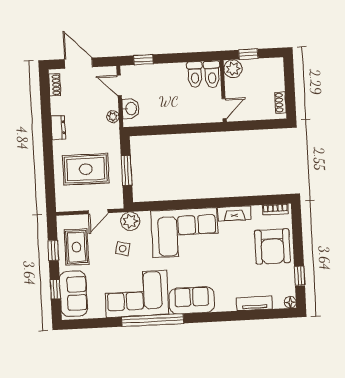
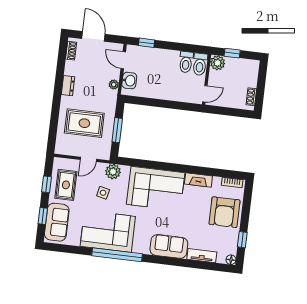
sofa: (192, 300) -> (169, 246), moved

